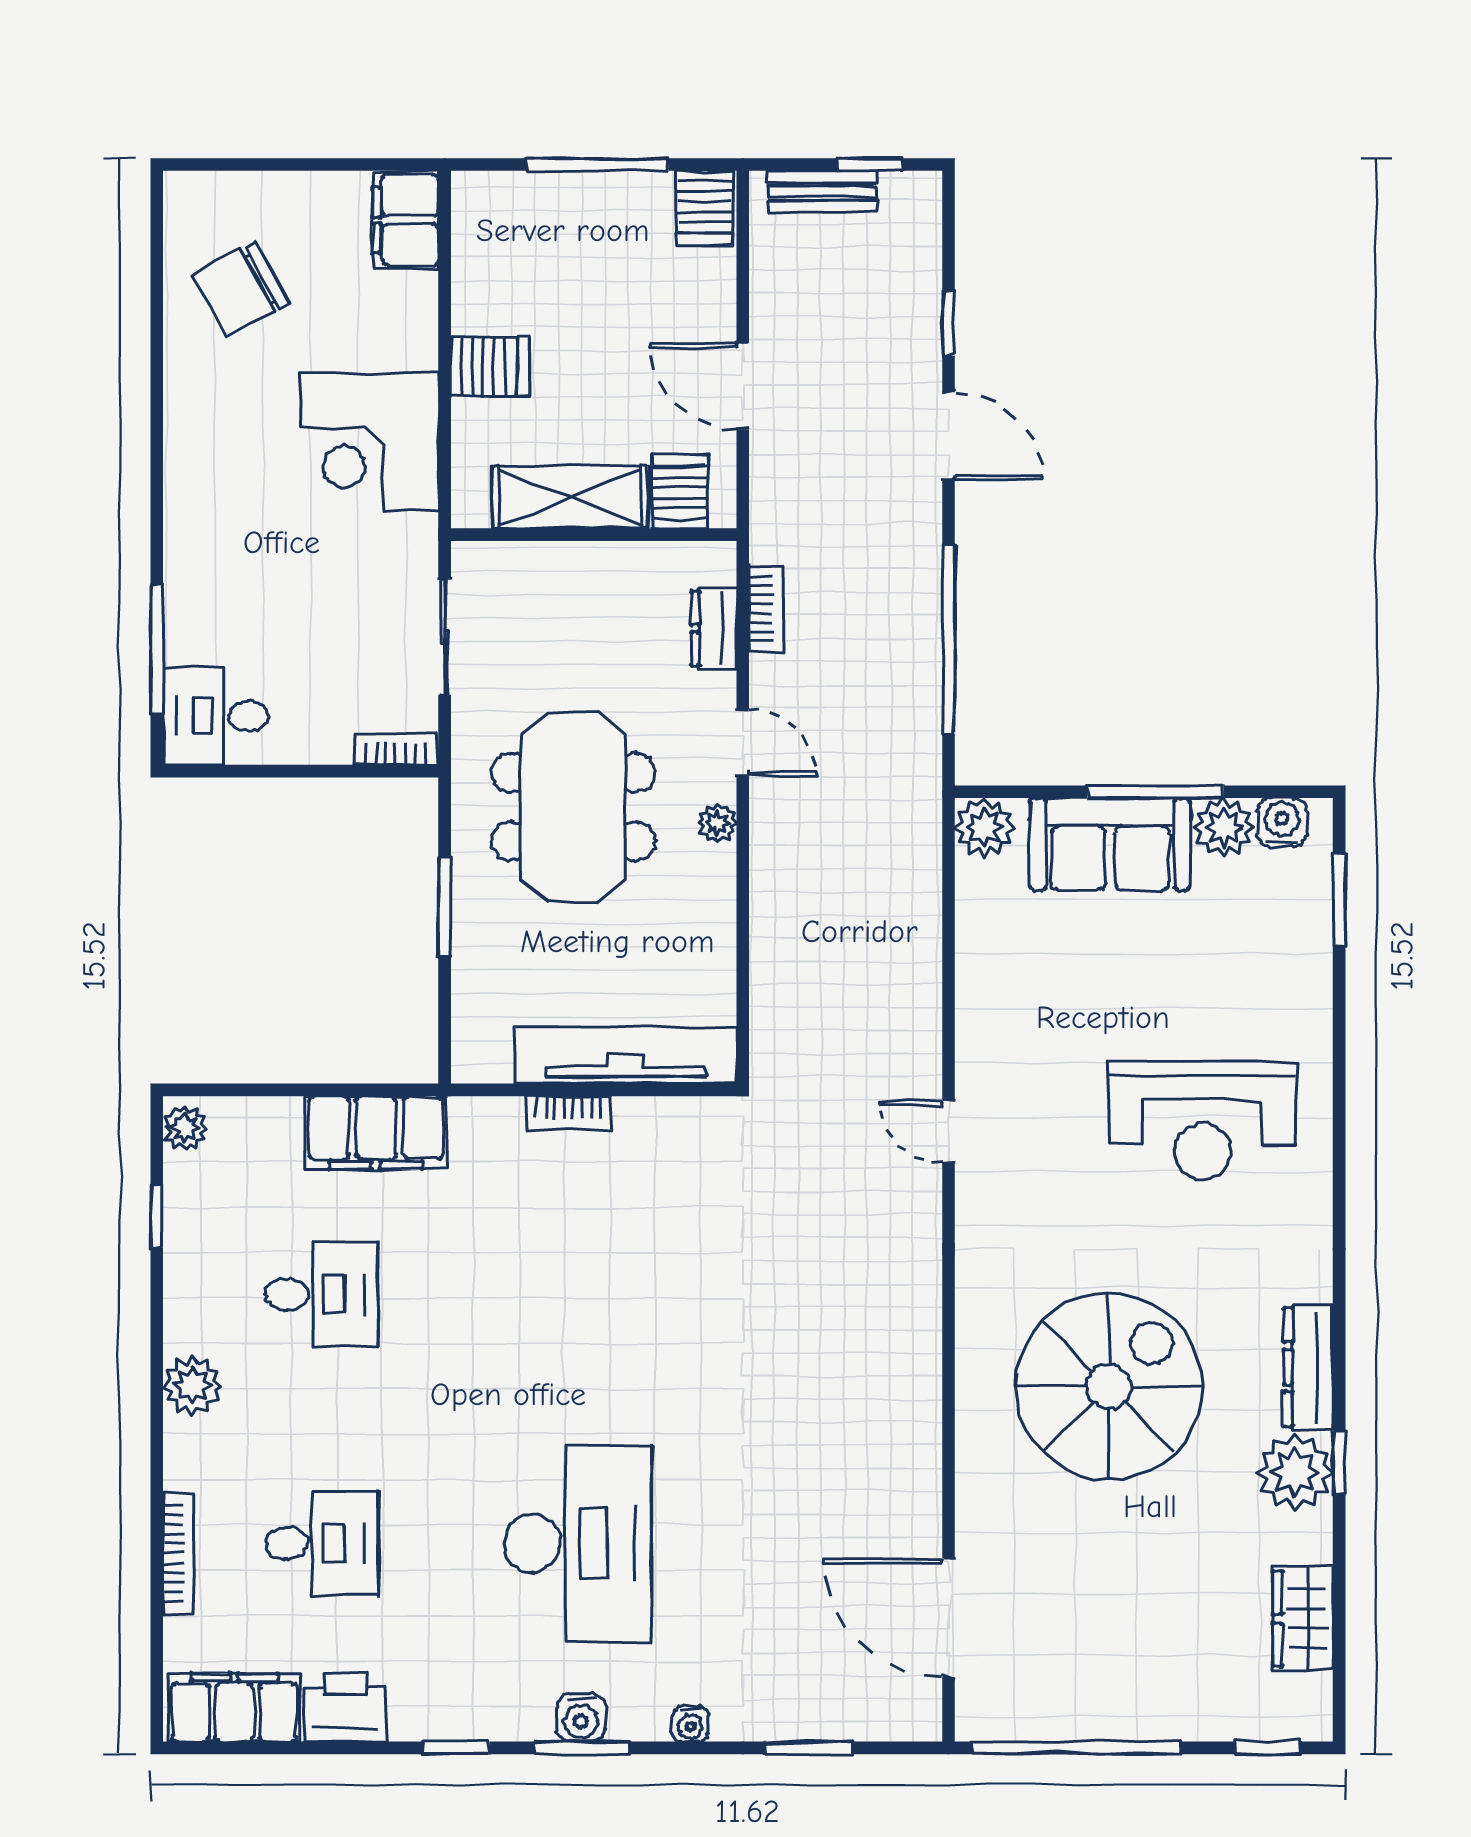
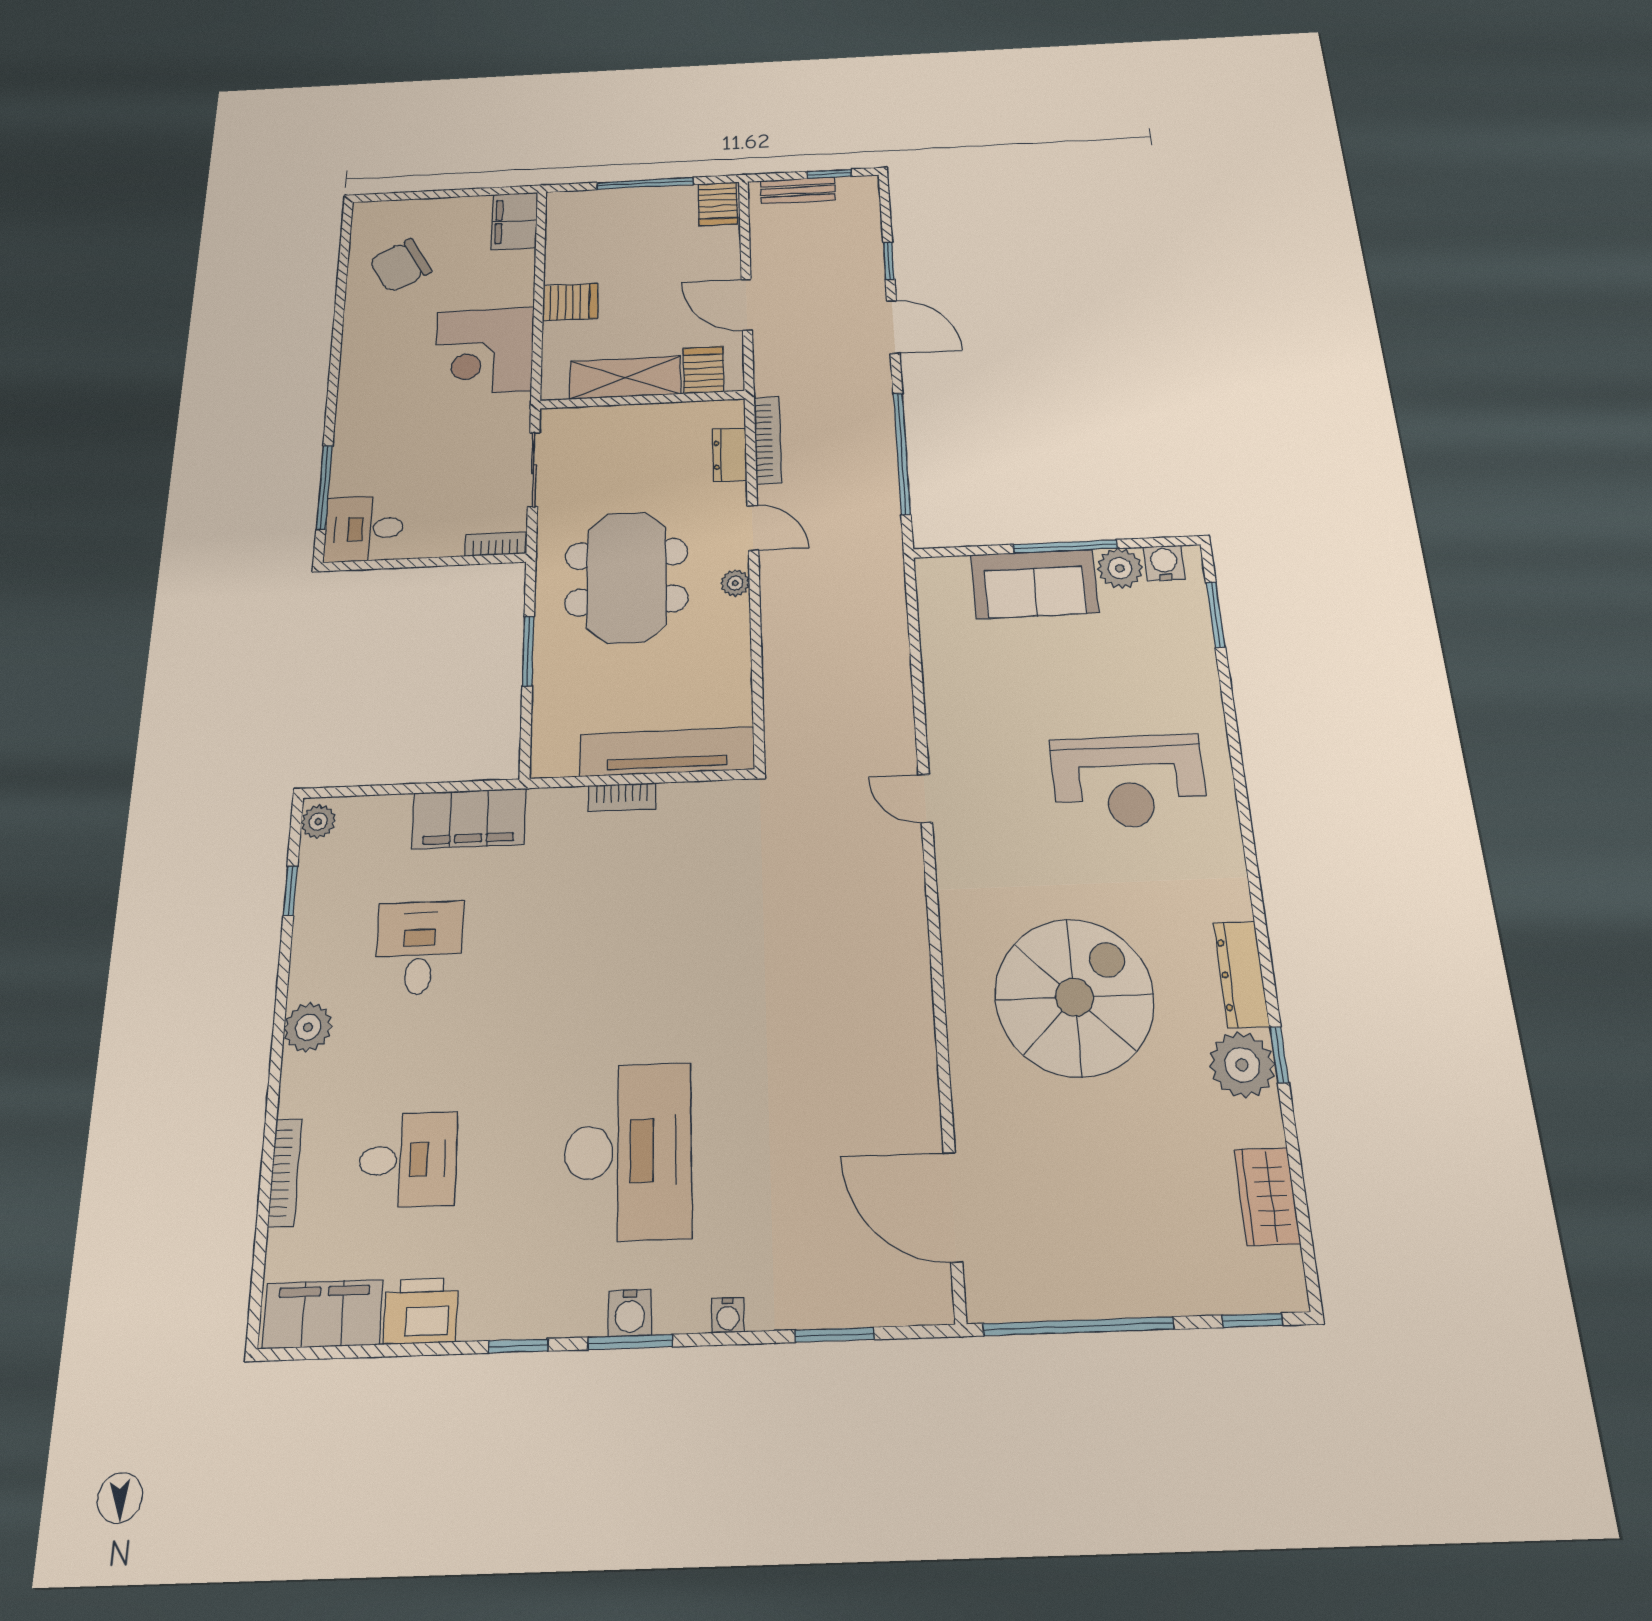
bookcase: (766, 609) -> (768, 440), width x1.56
plant: (984, 828) -> (938, 577), removed
desk: (322, 1294) -> (419, 948), turned -90

